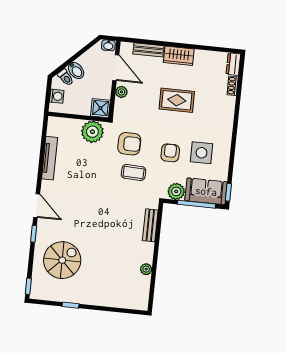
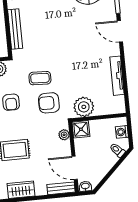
bench: (148, 50) -> (61, 188), moved
bidet: (76, 70) -> (109, 158), removed
plant: (121, 92) -> (64, 135), moved
bench: (150, 225) -> (15, 29), width x1.36

